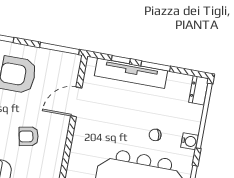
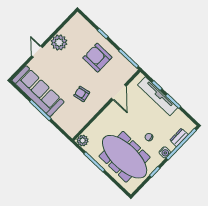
dresser: (199, 90) -> (179, 137), moved
door: (76, 102) -> (119, 92), swing flipped

